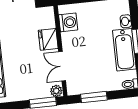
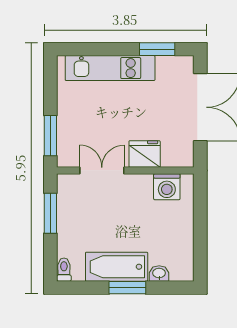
plant: (56, 91) -> (66, 158), removed

